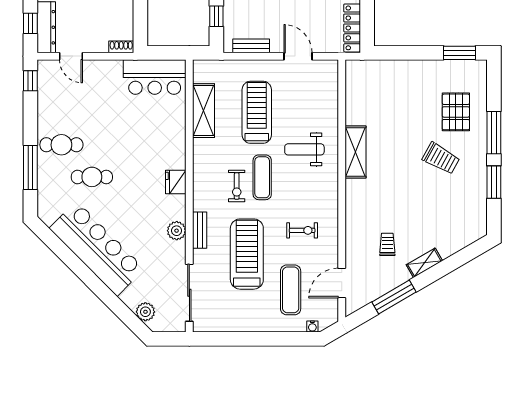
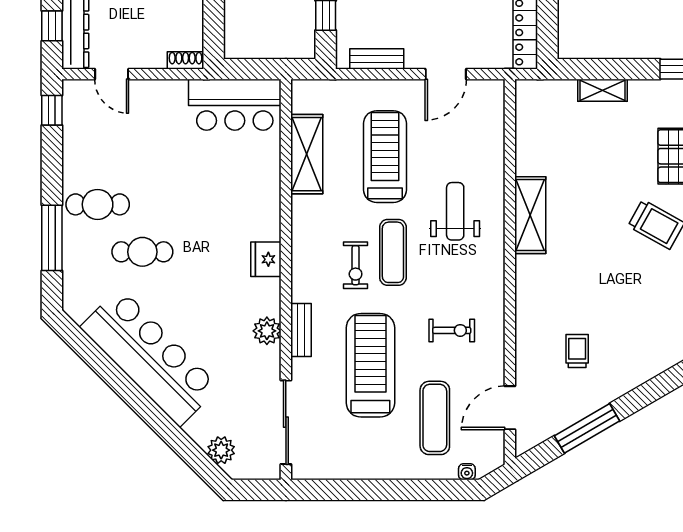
door: (298, 56) -> (446, 74), swing flipped
weight bench: (304, 149) -> (455, 211), turned 90
shelving: (424, 263) -> (602, 90), moved, turned 30

